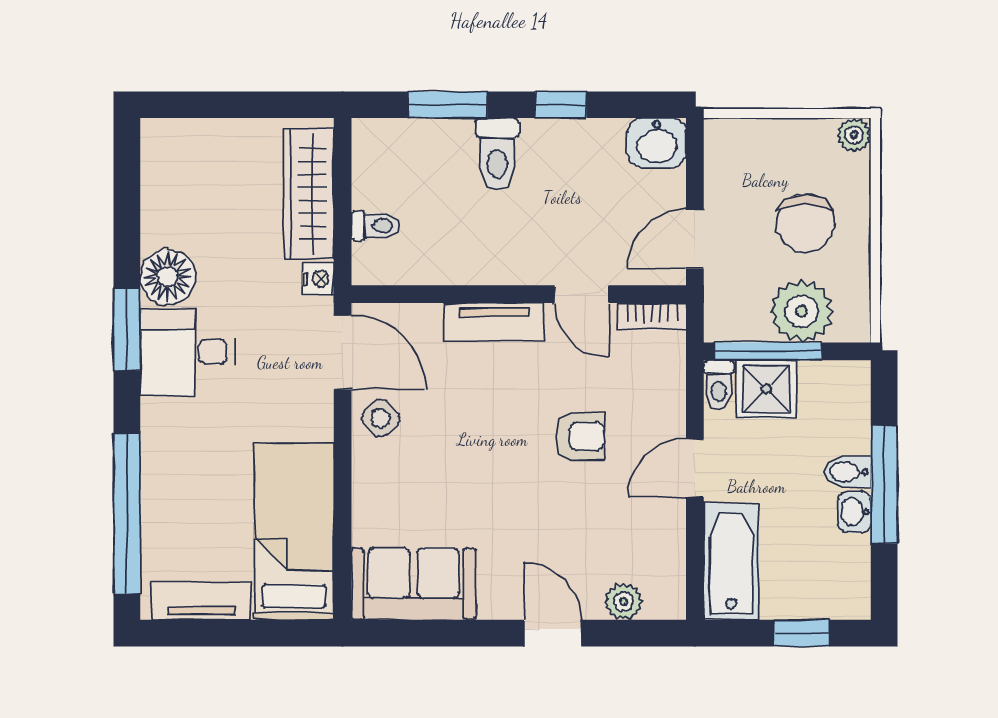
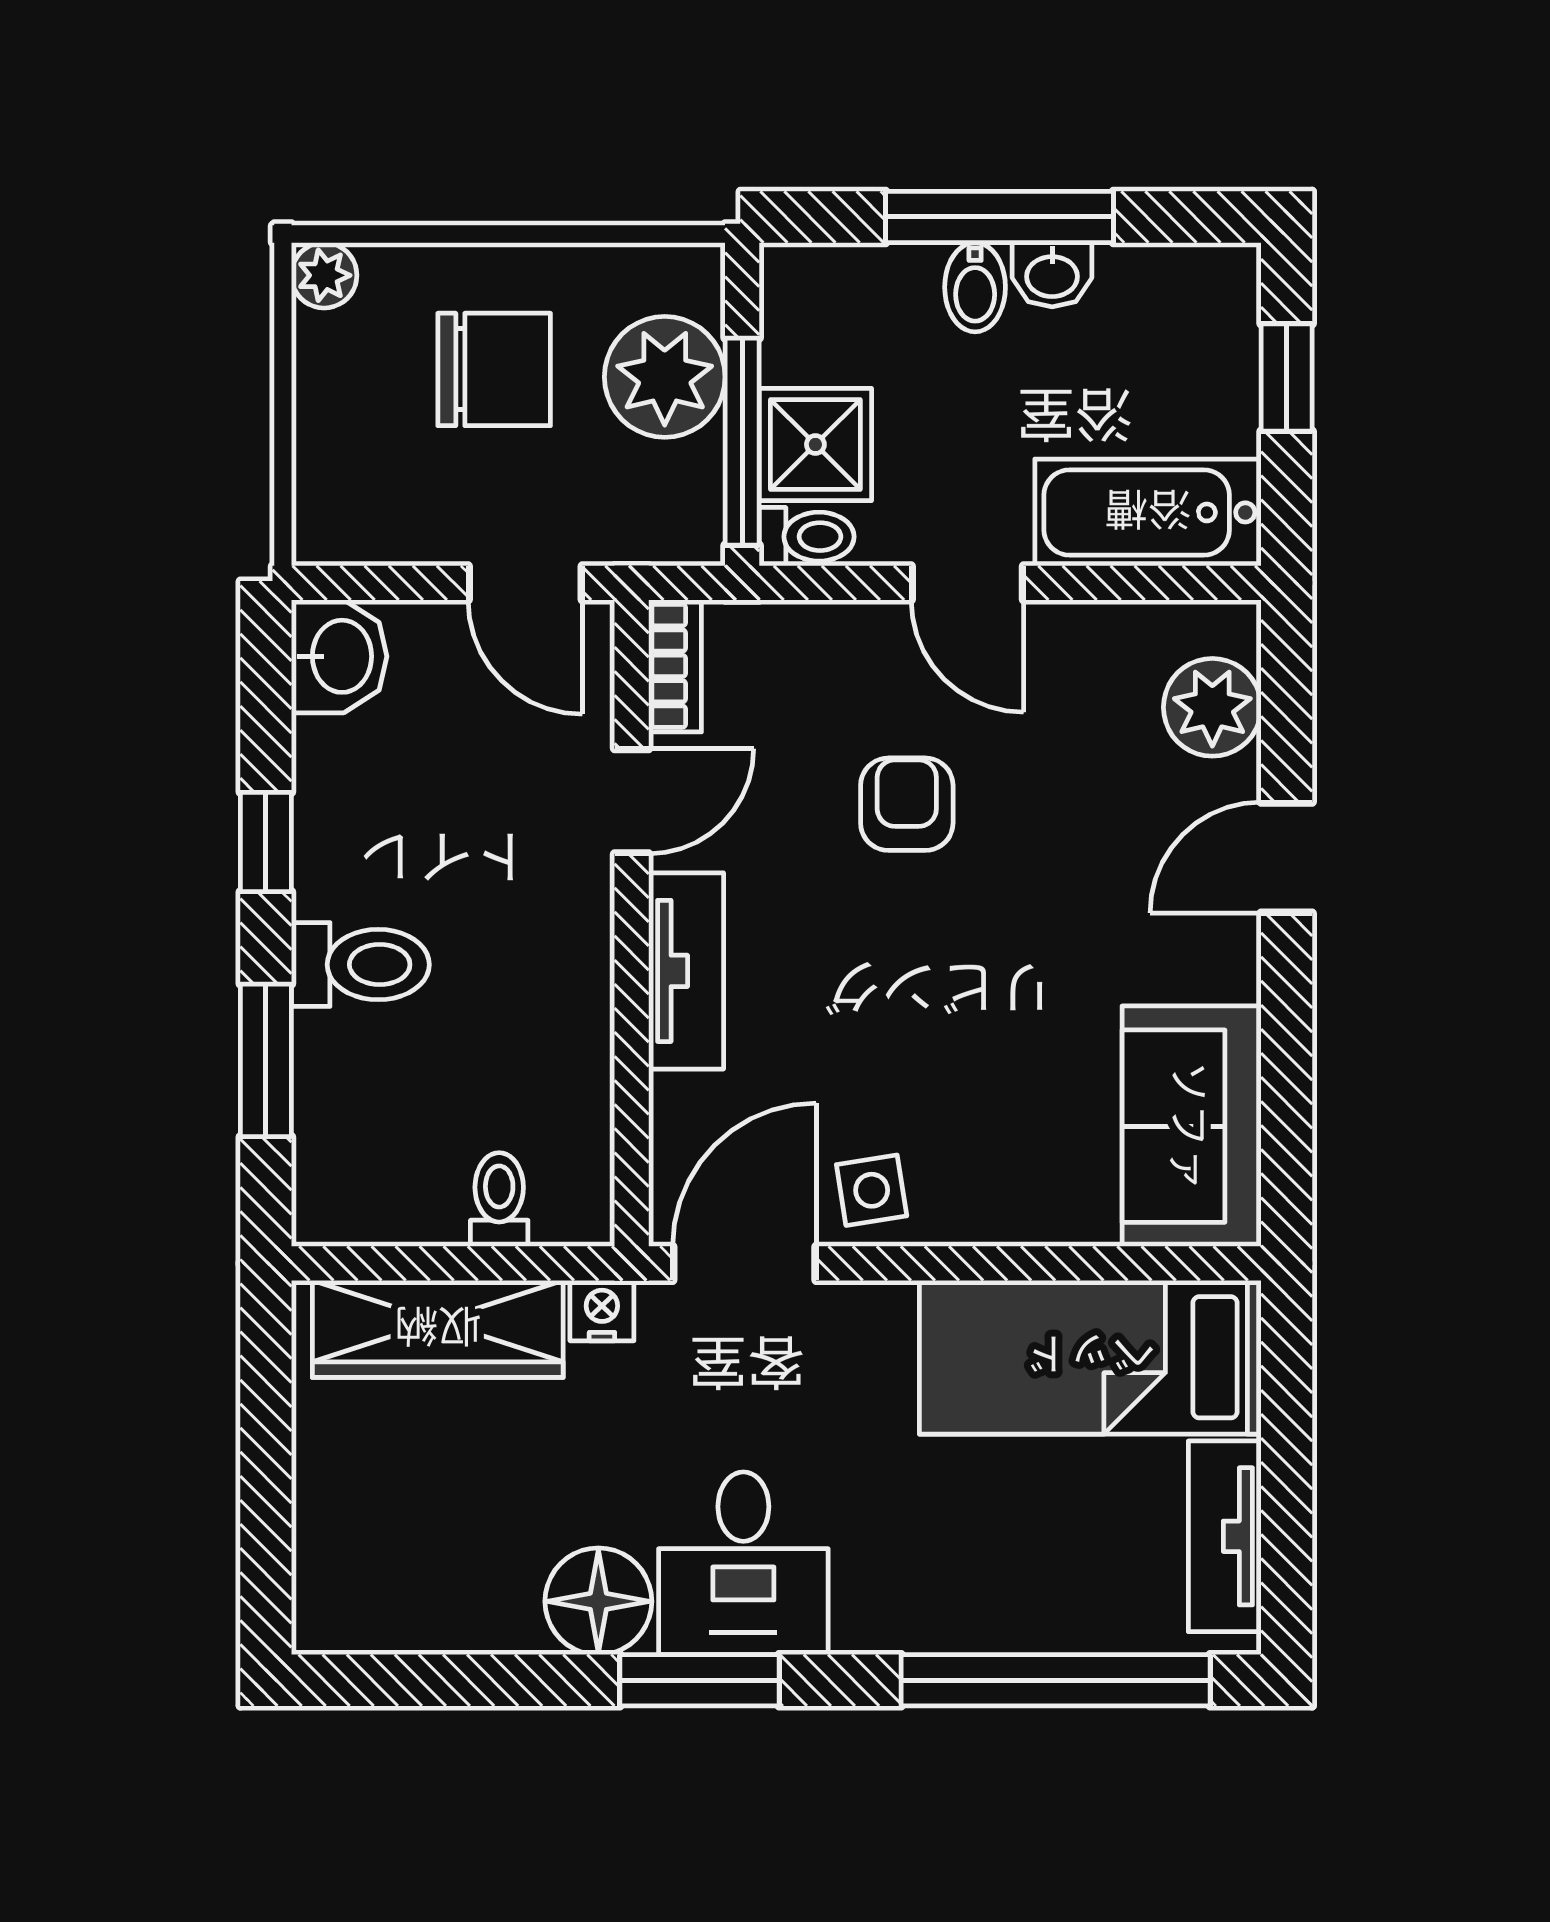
side table: (380, 418) -> (872, 1190), turned 33
plant: (624, 602) -> (1212, 707), width x1.38, depth x1.38

